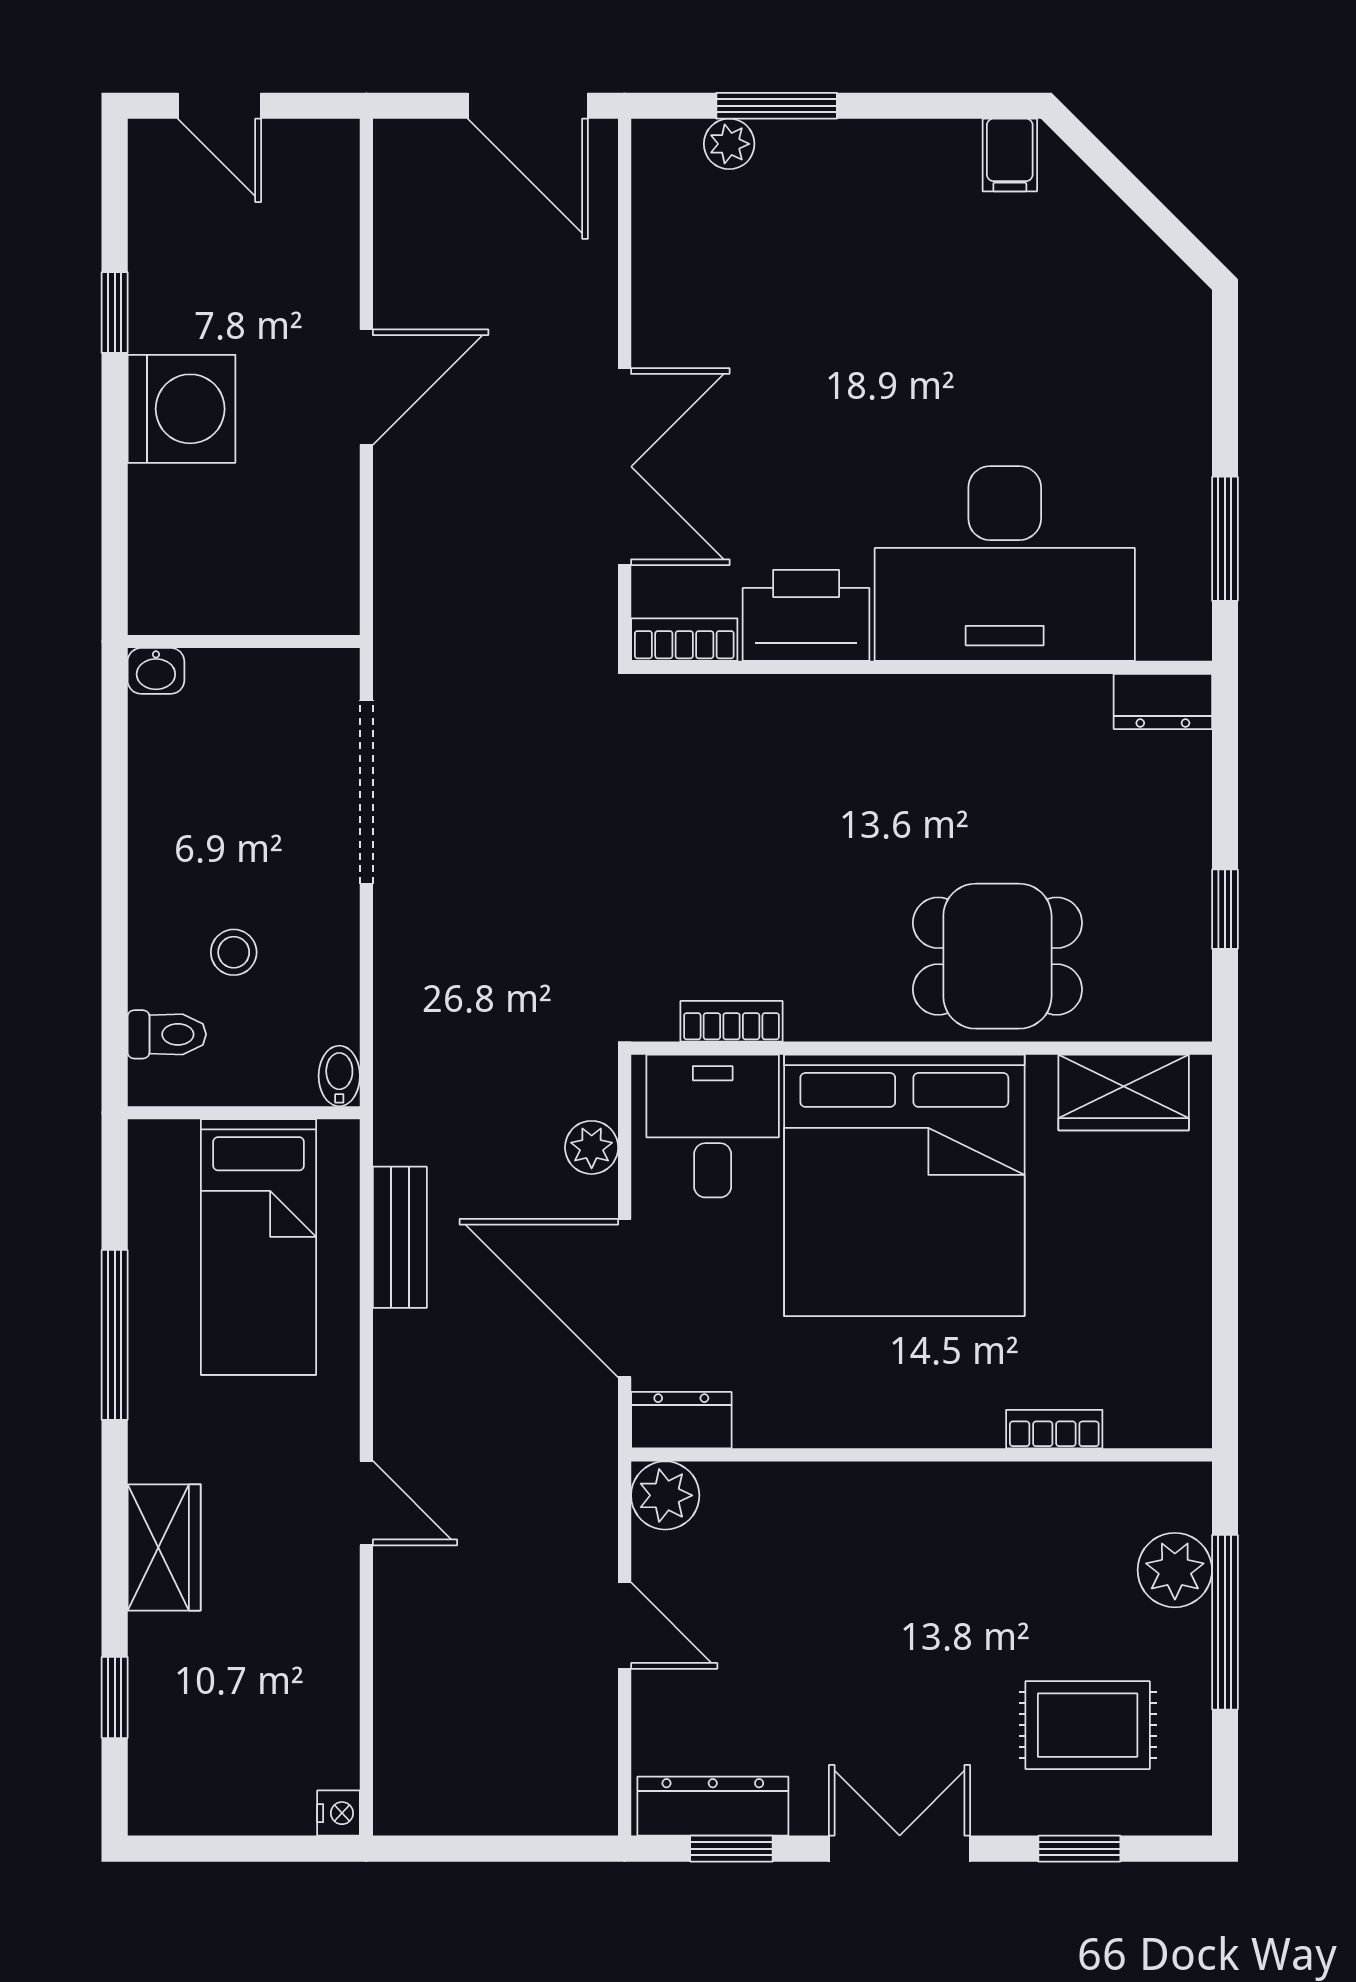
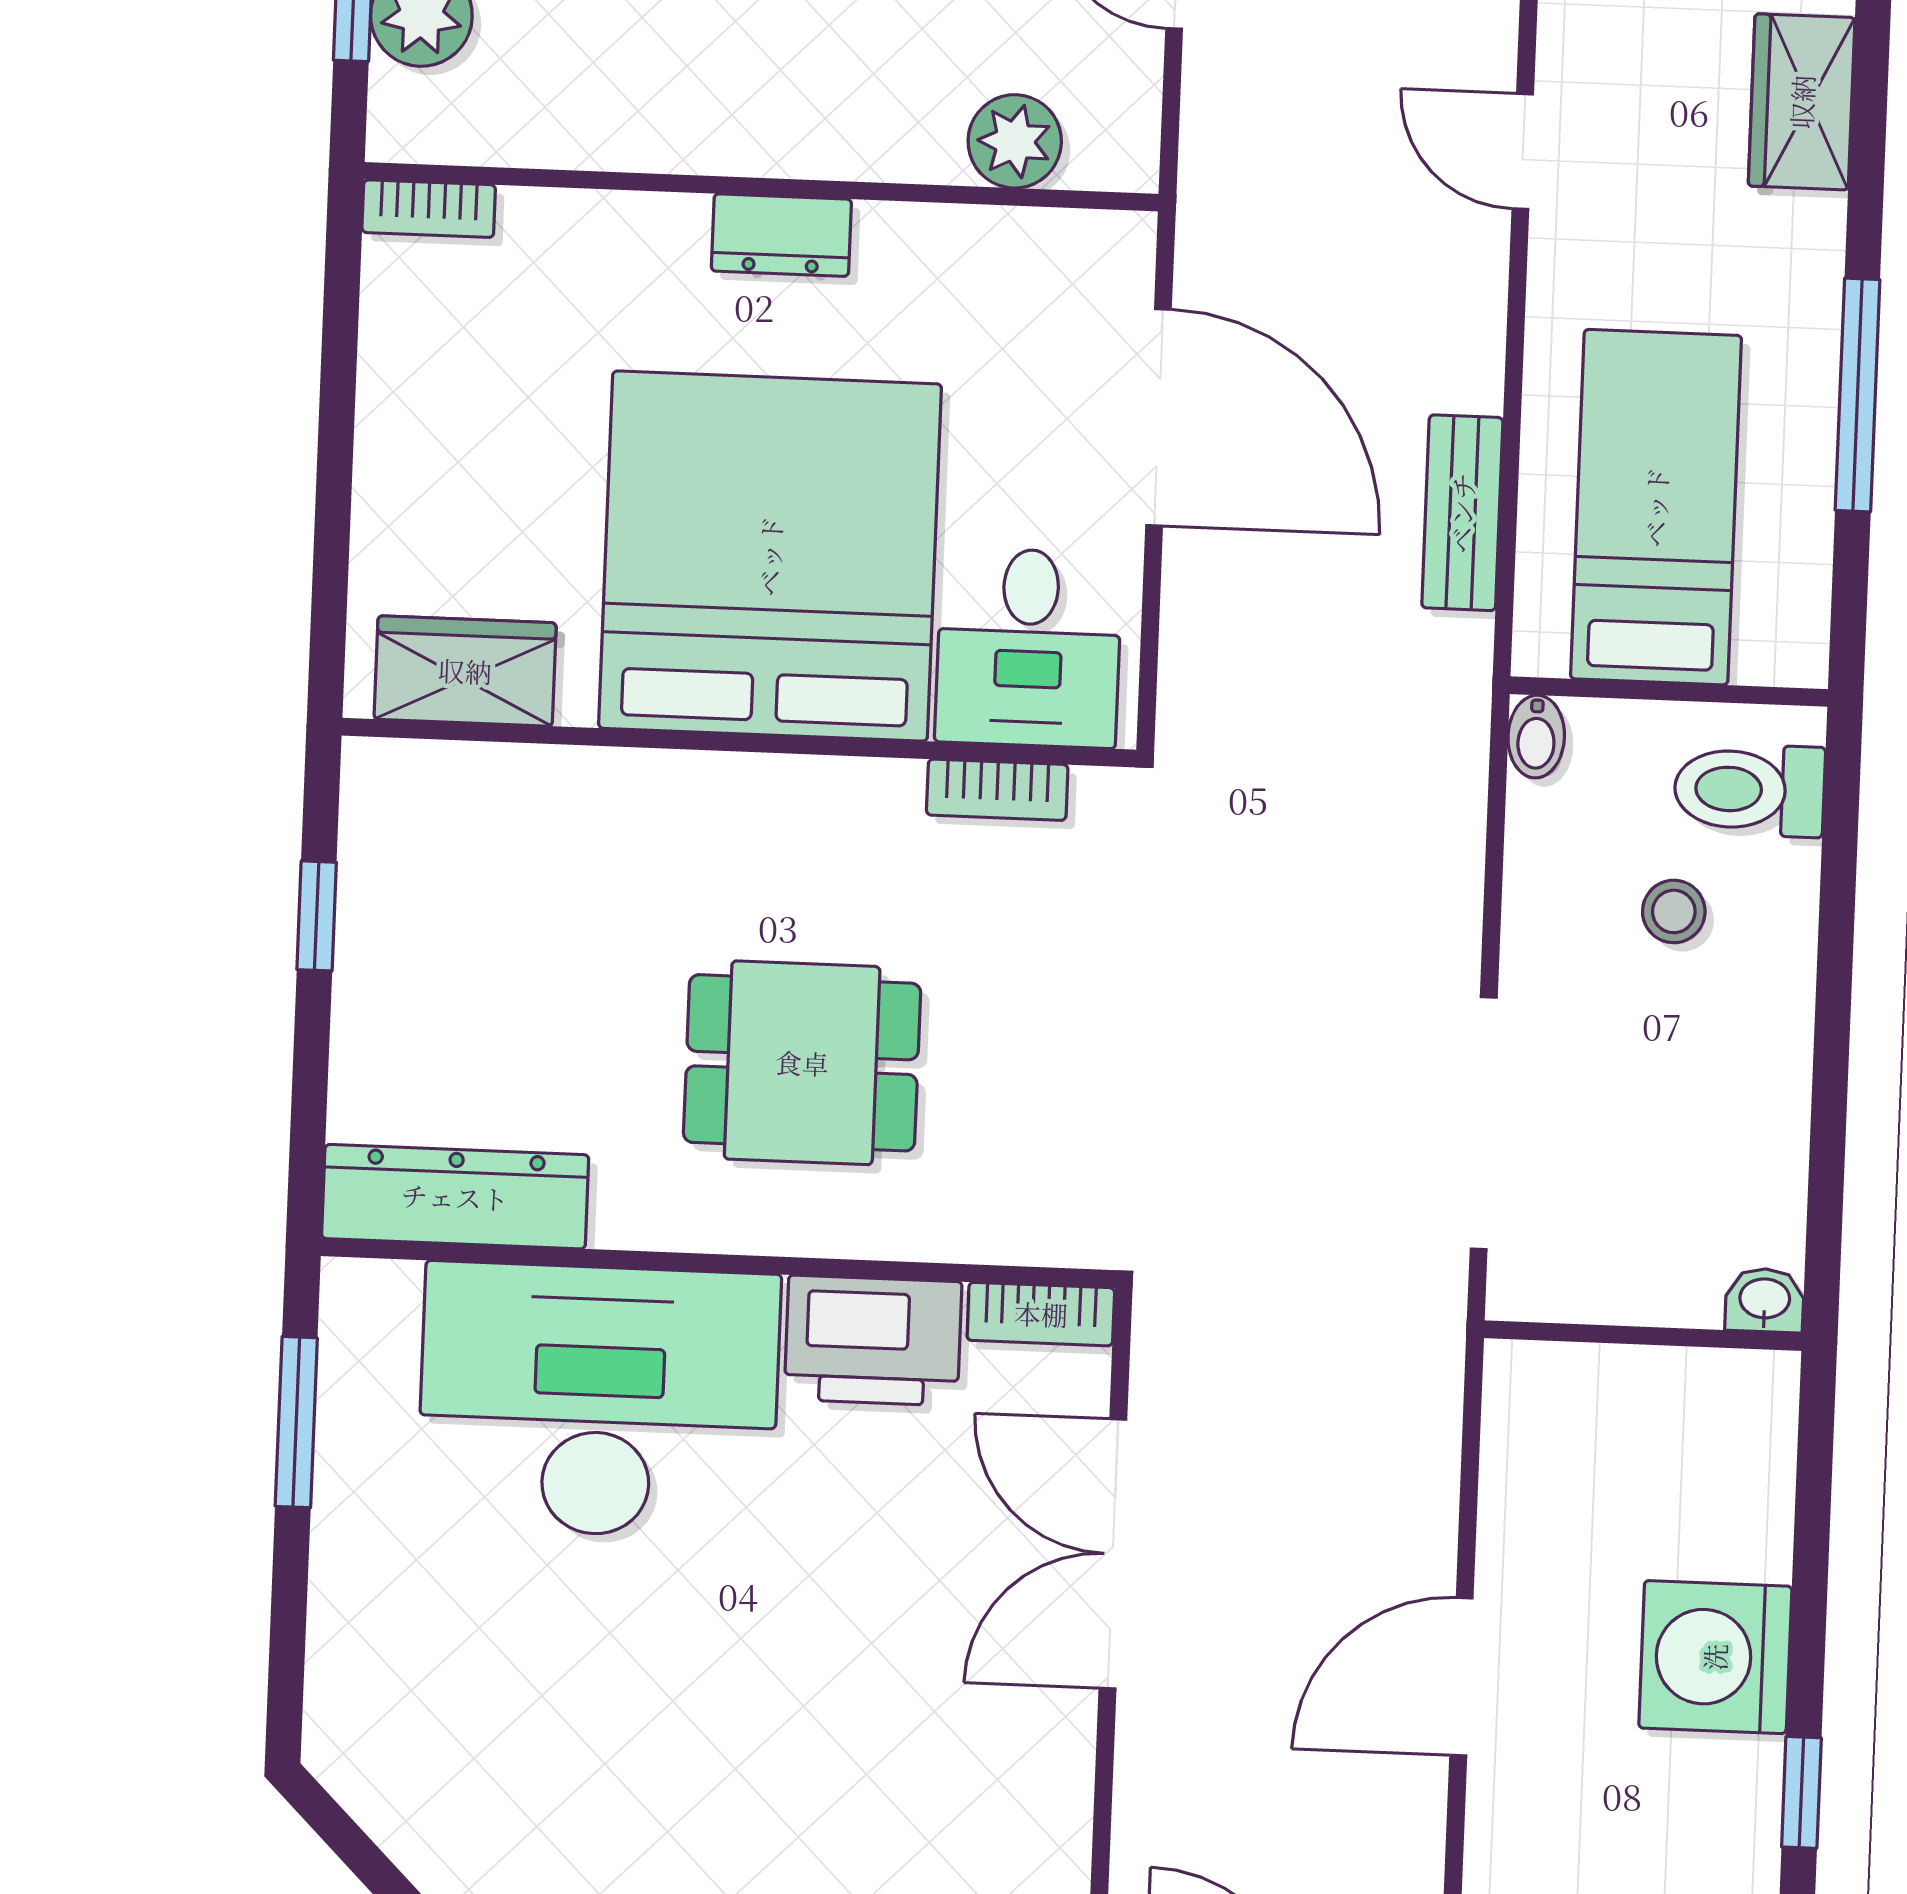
dresser: (1163, 701) -> (455, 1197), width x1.96, depth x1.24
dining table: (997, 956) -> (802, 1063), moved
toilet: (167, 1034) -> (1749, 790), width x1.37, depth x1.39
plant: (592, 1147) -> (1195, 625), removed
dresser: (681, 1420) -> (781, 235), moved
bookcase: (1054, 1429) -> (429, 209), moved
plant: (665, 1495) -> (1015, 141), moved

